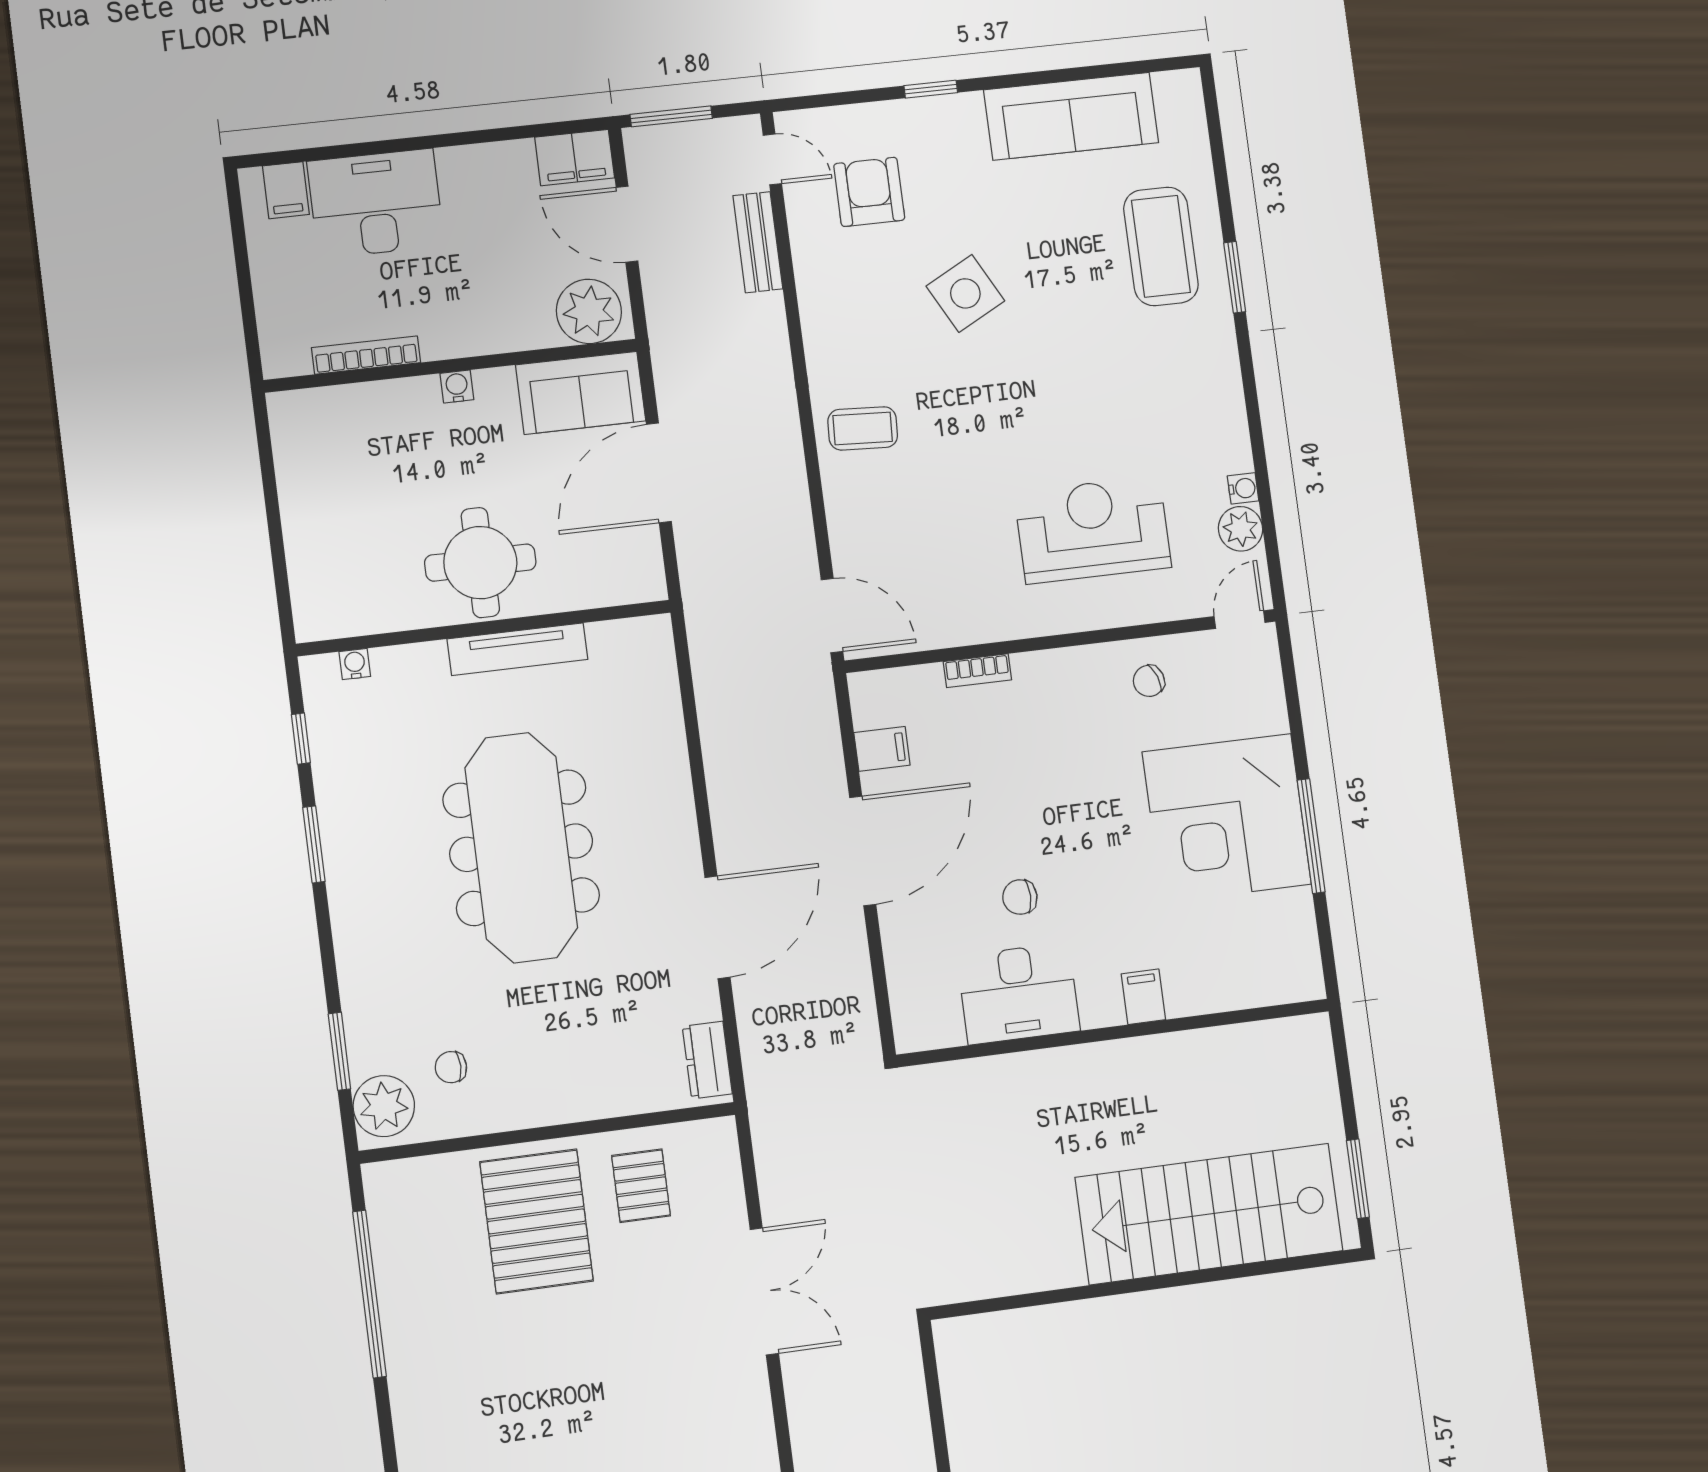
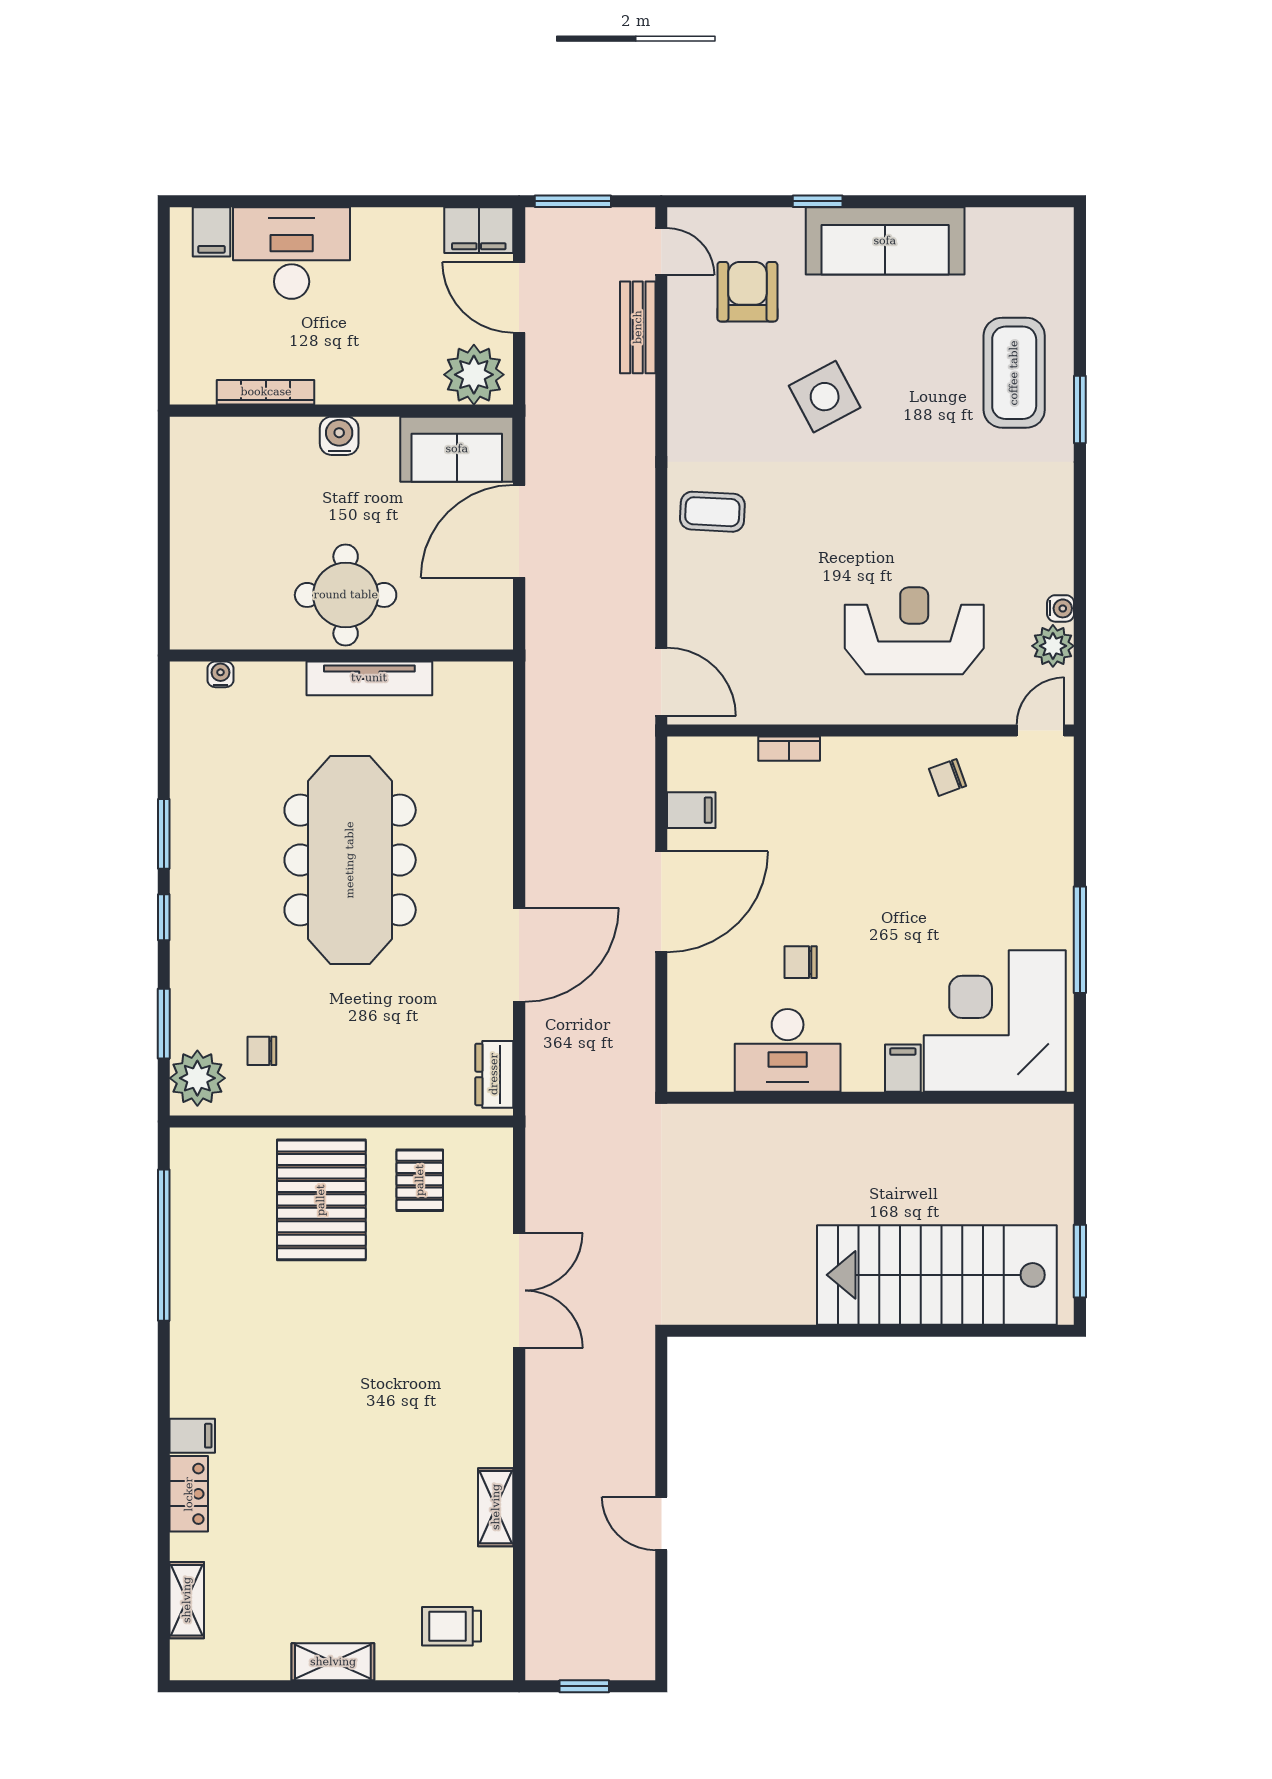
sofa: (1071, 116) -> (885, 241), moved
water cooler: (457, 386) -> (339, 436), width x1.38, depth x1.38
window: (301, 739) -> (164, 917), moved
corner desk: (1227, 818) -> (995, 1021), moved, turned 90

